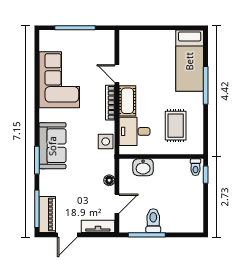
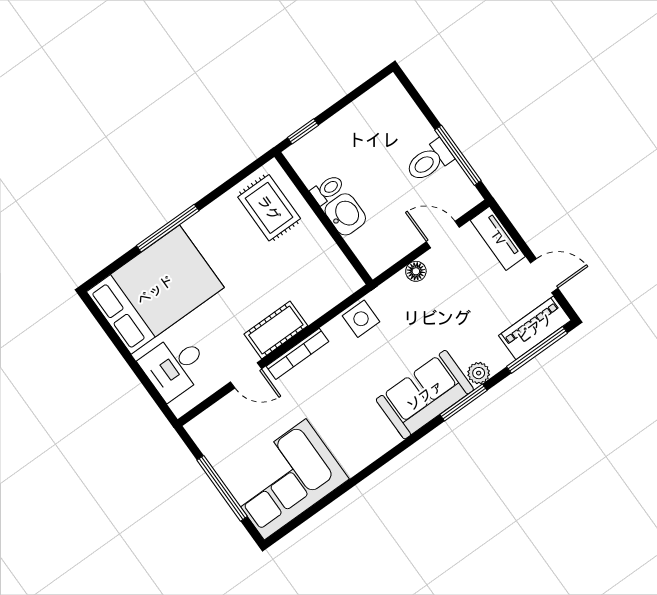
bed: (190, 61) -> (155, 290), width x1.50
door: (117, 74) -> (246, 375), hinge flipped
corner sofa: (59, 80) -> (285, 479), moved
rug: (176, 126) -> (269, 208), moved, turned 90
desk: (134, 131) -> (175, 366), moved, turned 90
washbasin: (143, 167) -> (345, 214), moved
toilet: (195, 167) -> (327, 189), moved
plant: (45, 176) -> (479, 373), added

